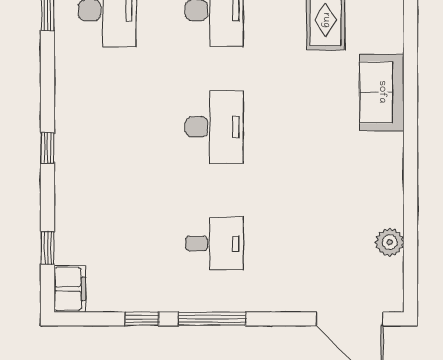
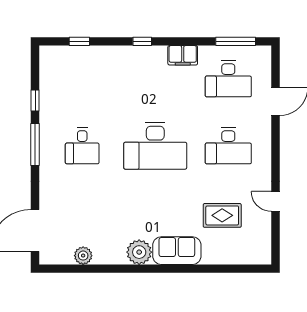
desk: (214, 127) -> (155, 146), width x1.36, depth x1.30
plant: (384, 153) -> (139, 252), added
filing cabinet: (70, 289) -> (183, 55), moved

